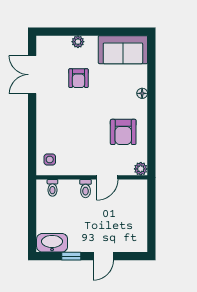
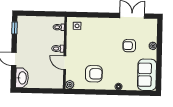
armchair: (123, 132) -> (94, 74), turned 180
washbasin: (52, 243) -> (22, 78), moved
window: (71, 256) -> (15, 28), moved

